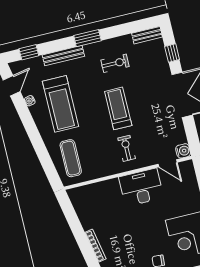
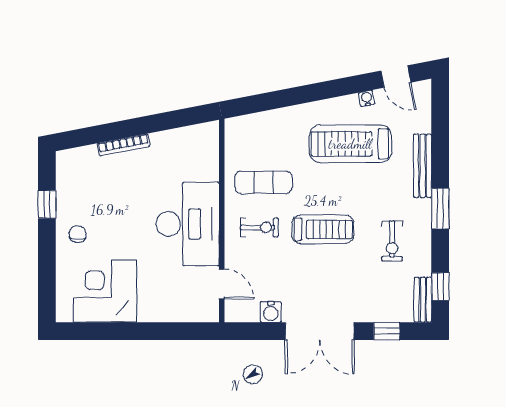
window: (29, 52) -> (440, 287), moved
water cooler: (183, 151) -> (271, 312), moved
exercise mat: (71, 158) -> (263, 182), moved
door: (168, 163) -> (222, 284), swing flipped
desk: (141, 187) -> (188, 224), width x1.36, depth x1.30

